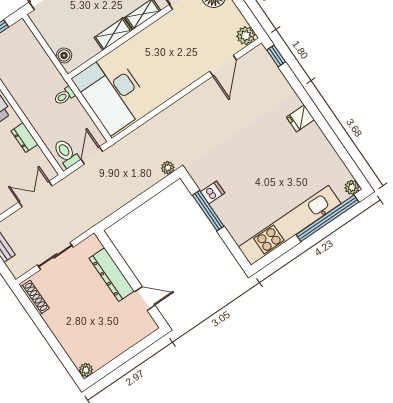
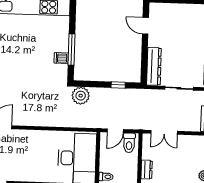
plant: (168, 168) -> (81, 96), width x1.87, depth x1.87
window: (126, 209) -> (118, 85), added
dresser: (112, 275) -> (154, 66), moved

